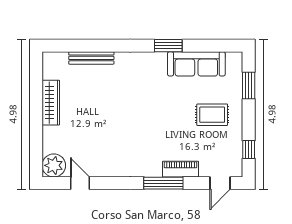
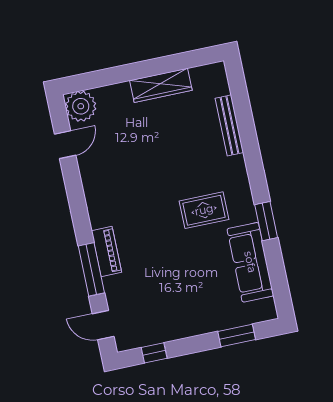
rug: (212, 115) -> (204, 210), moved, turned 90
piano: (180, 169) -> (106, 251), moved
window: (163, 183) -> (91, 269), moved

